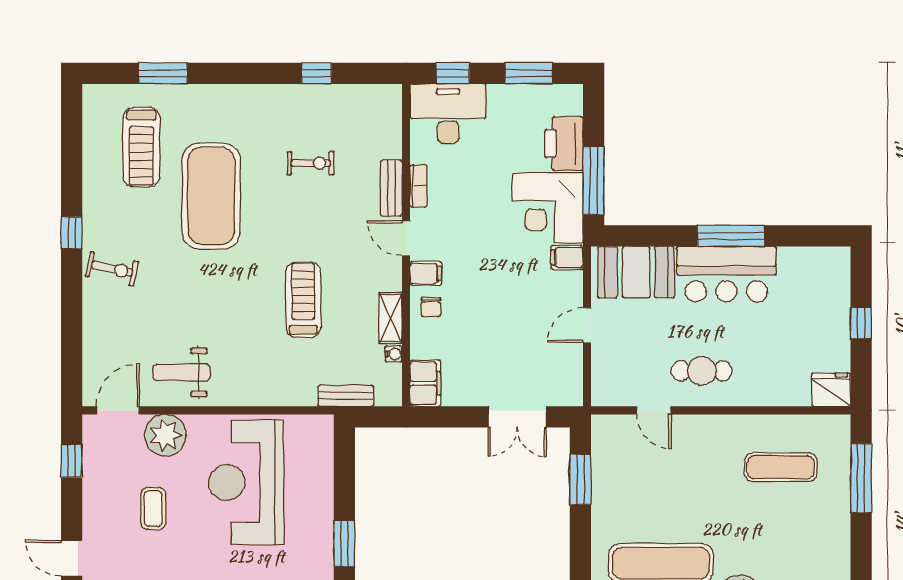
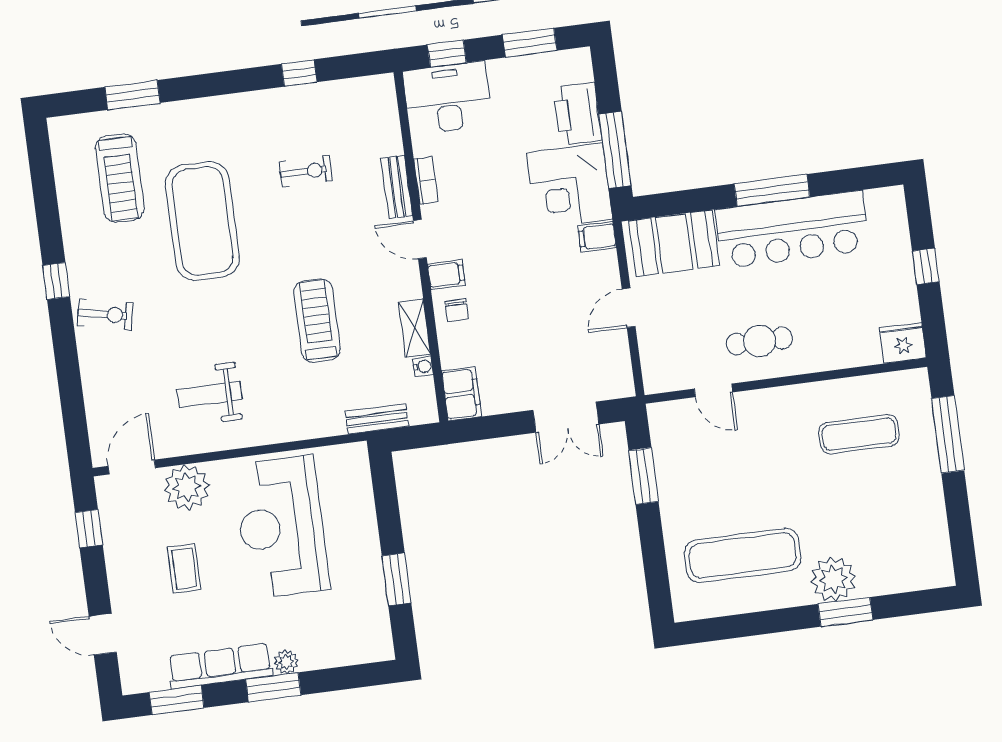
bar counter: (726, 274) -> (792, 230), width x1.36
weight bench: (182, 373) -> (209, 394), moved

